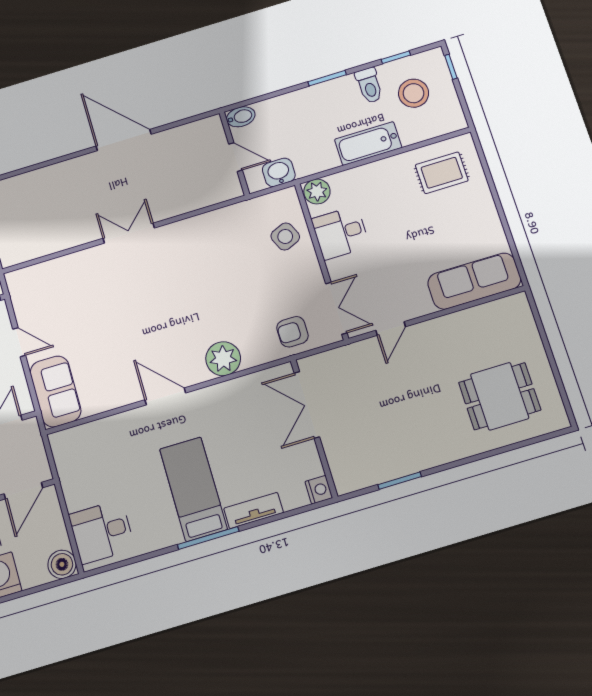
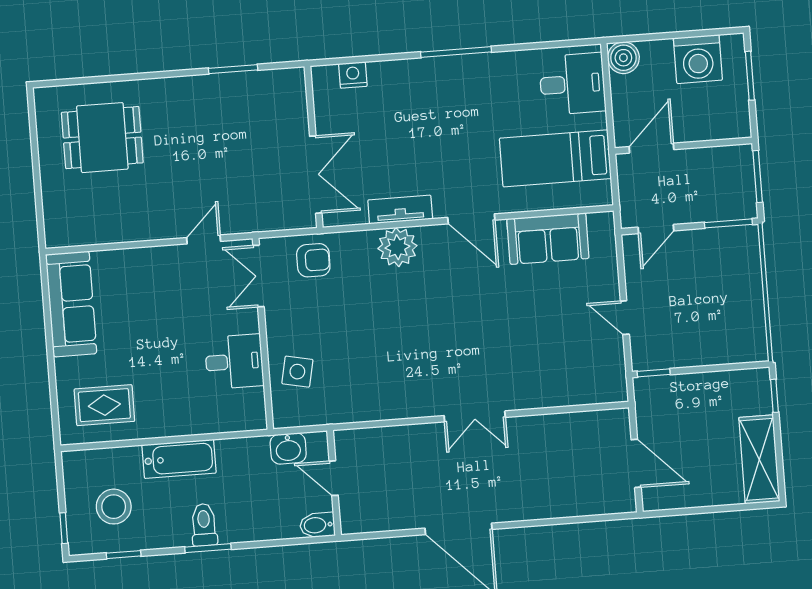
toilet: (369, 85) -> (204, 525), moved
plant: (317, 192) -> (250, 416), removed
side table: (285, 236) -> (297, 372), turned 35
sofa: (474, 281) -> (71, 304), moved, turned -90
sofa: (55, 391) -> (548, 239), moved, turned -90
bed: (193, 489) -> (555, 158), moved, turned 90
nightstand: (319, 490) -> (353, 75), moved, turned 90
tv unit: (254, 510) -> (400, 210), moved, turned 180

